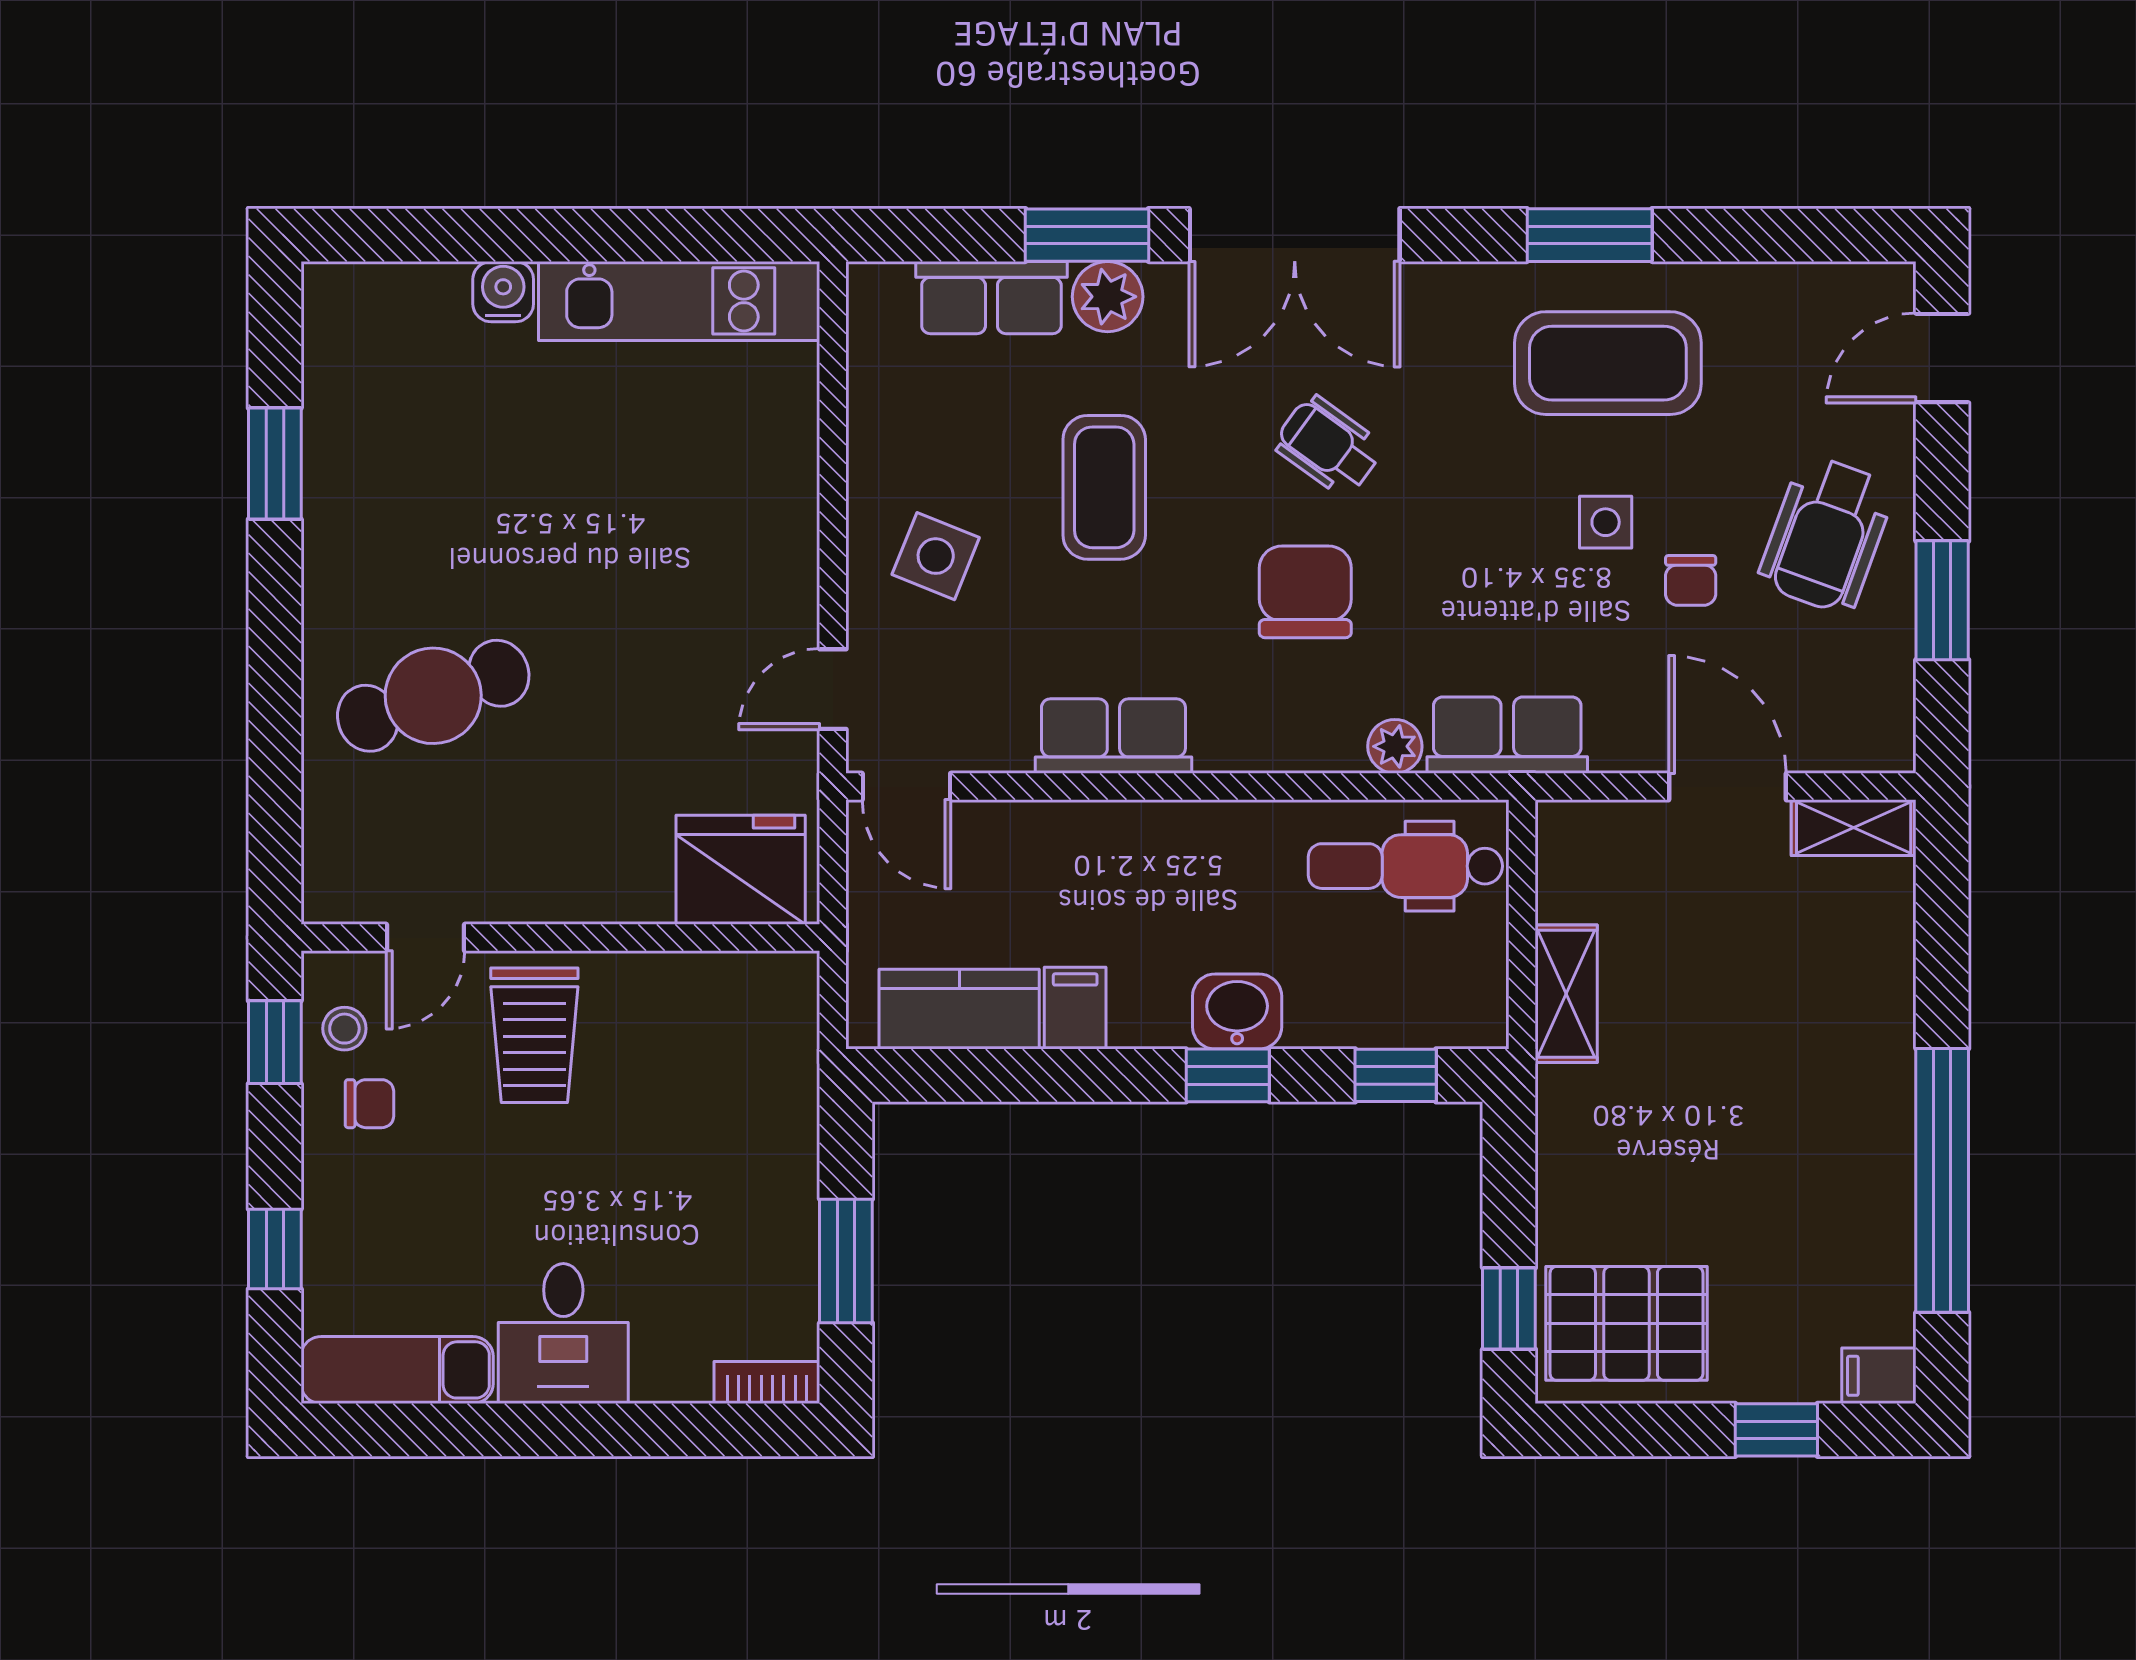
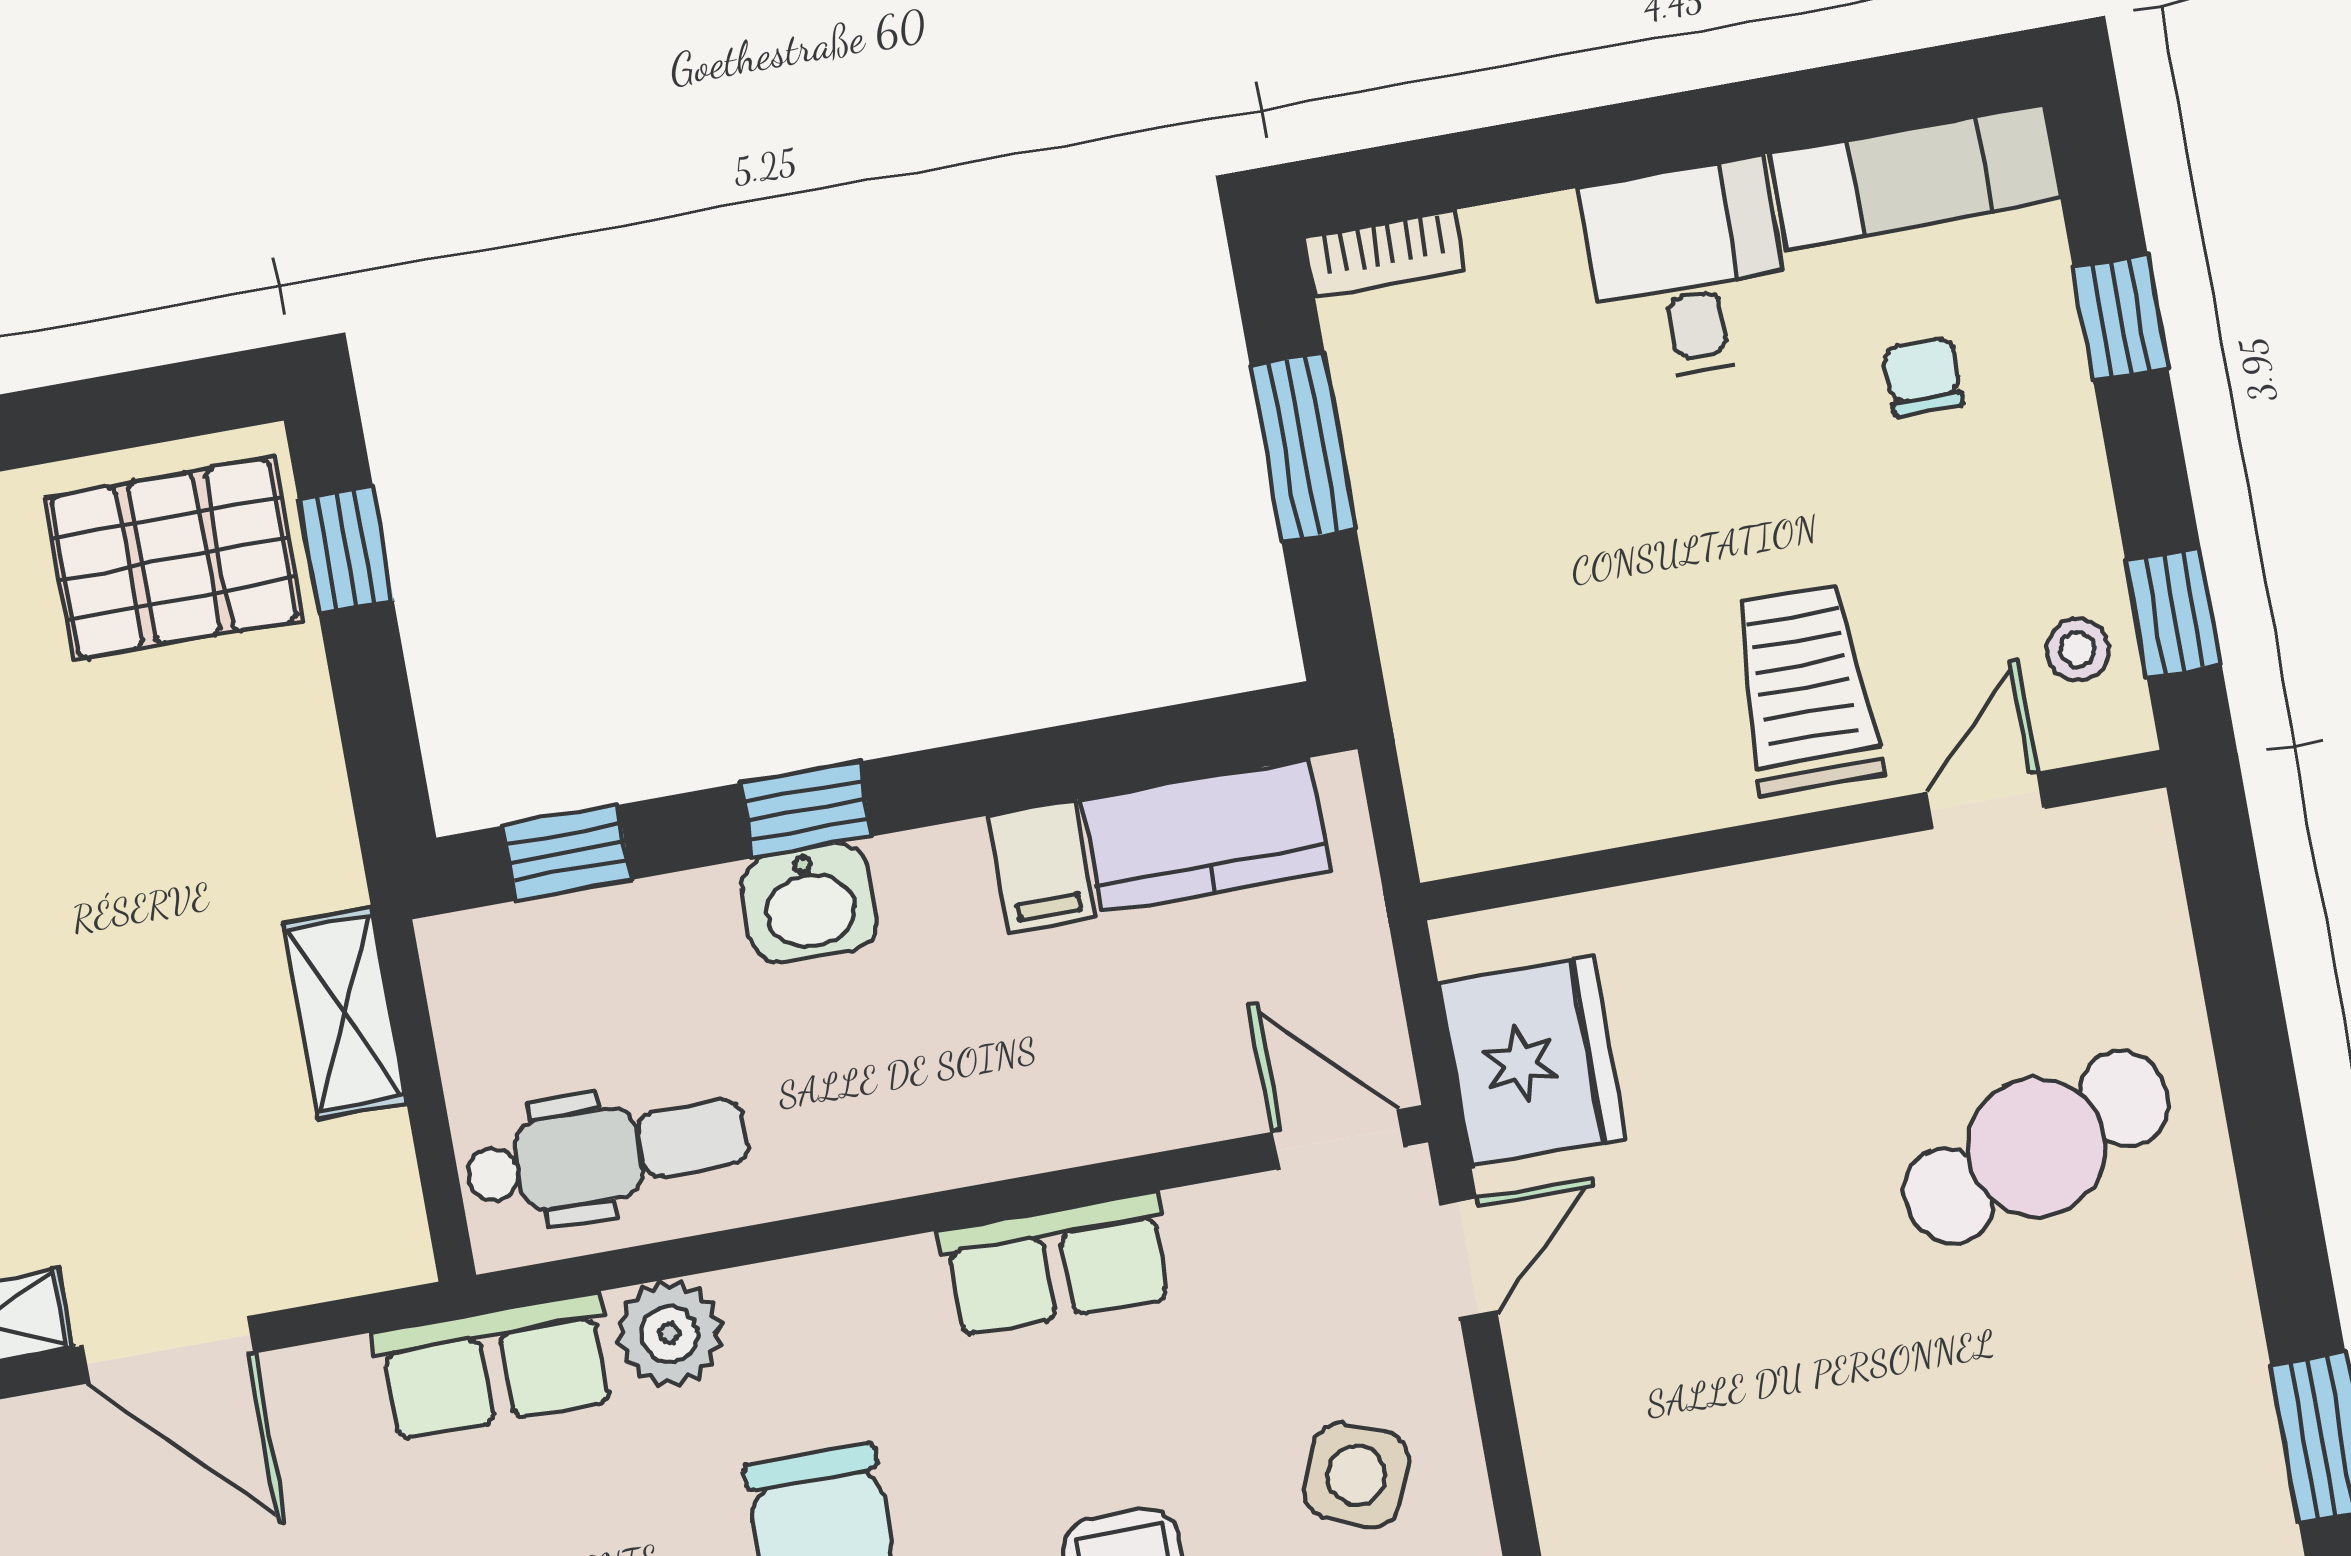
plant: (1395, 746) -> (669, 1334), width x1.38, depth x1.38
fridge: (741, 870) -> (1533, 1061), moved, turned -90
chair: (369, 1104) -> (1923, 376), moved, turned 90

